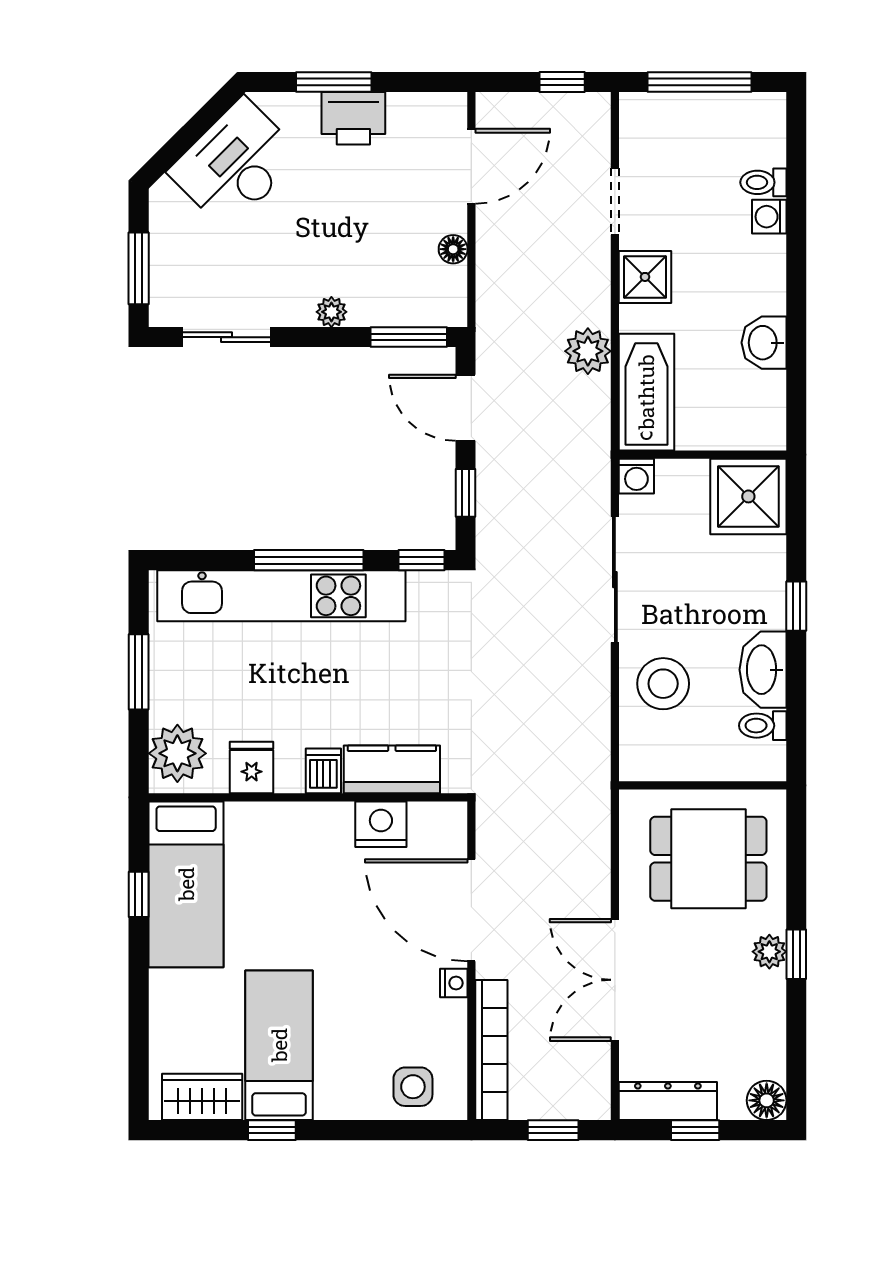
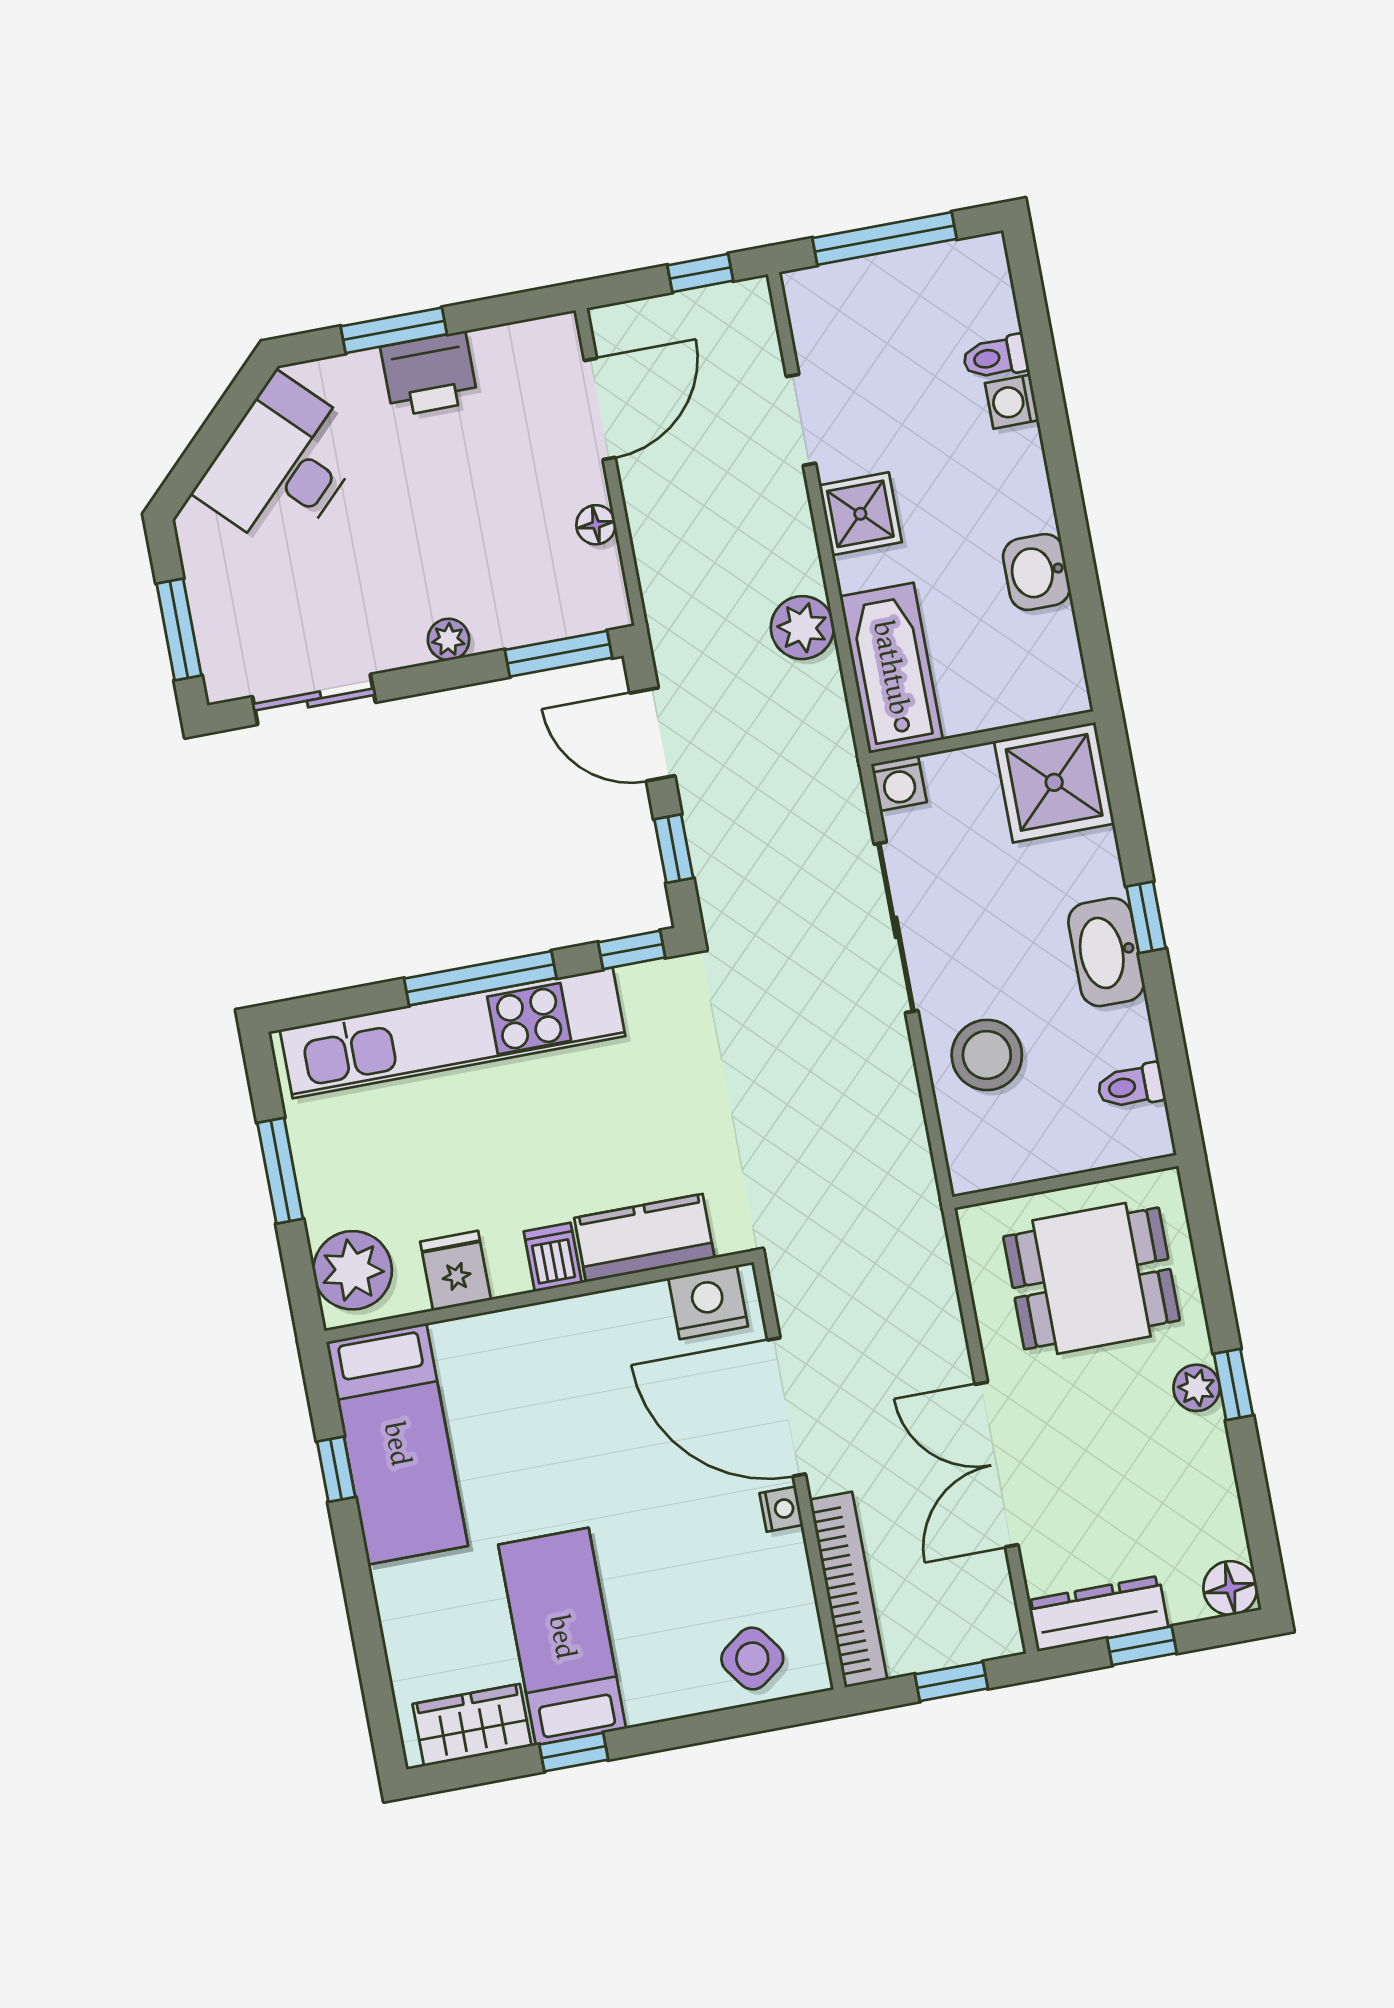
washbasin: (763, 670) -> (1106, 952), moved
nightstand: (381, 824) -> (708, 1302), moved
side table: (413, 1087) -> (752, 1658), turned -36

